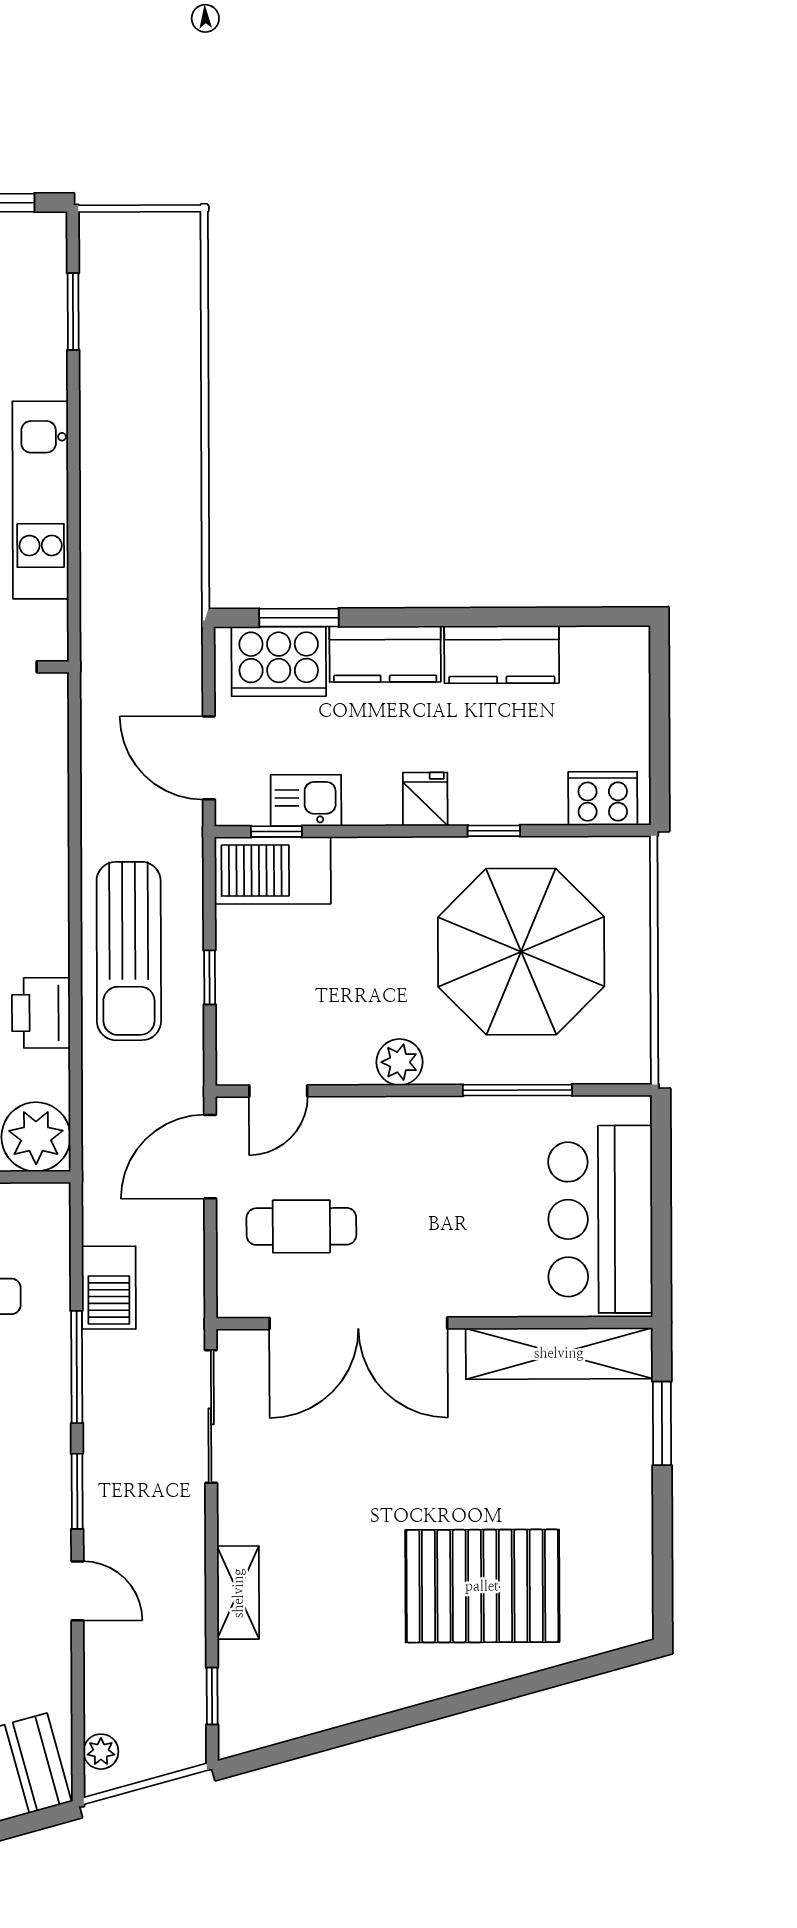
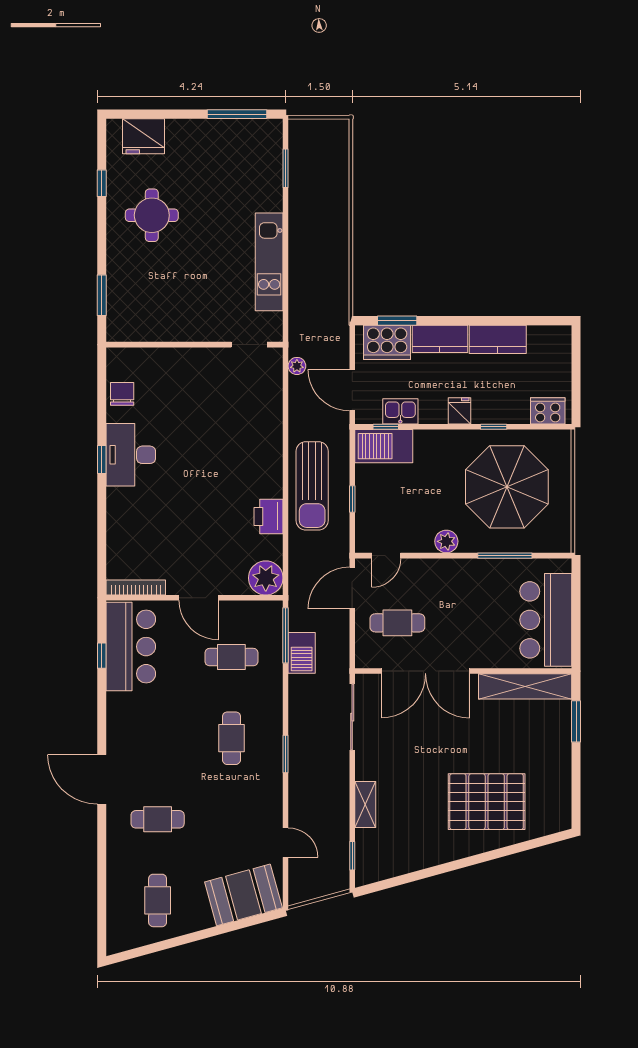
window: (77, 1367) -> (286, 635), moved
door: (78, 1591) -> (286, 843), moved
plant: (101, 1752) -> (297, 366), moved

